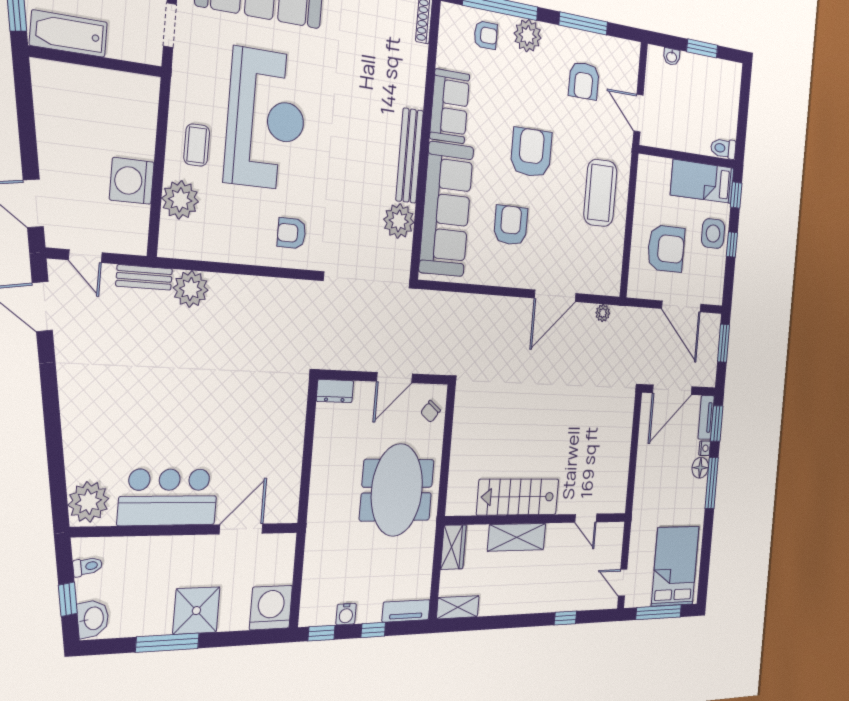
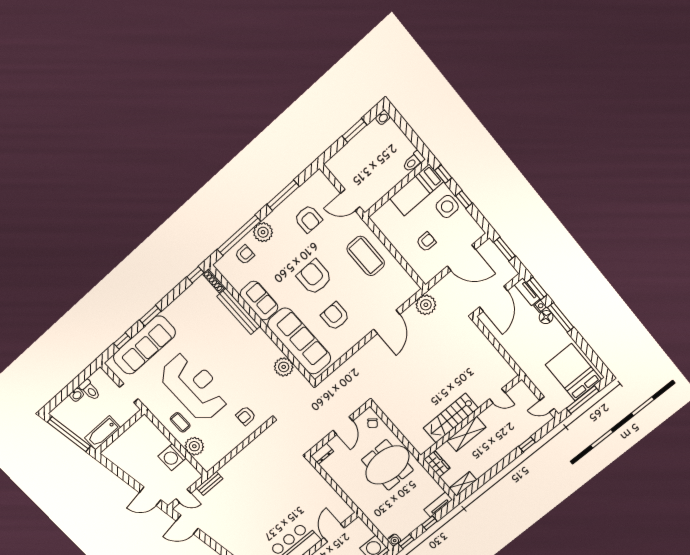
washbasin: (672, 57) -> (383, 117), moved
bench: (410, 156) -> (238, 311), moved
armchair: (666, 249) -> (426, 242), width x0.53, depth x0.53
plant: (191, 289) -> (230, 472), removed
plant: (603, 313) -> (426, 305), width x1.88, depth x1.88
meeting table: (397, 490) -> (387, 465), turned 90
water cooler: (346, 614) -> (394, 540), moved

